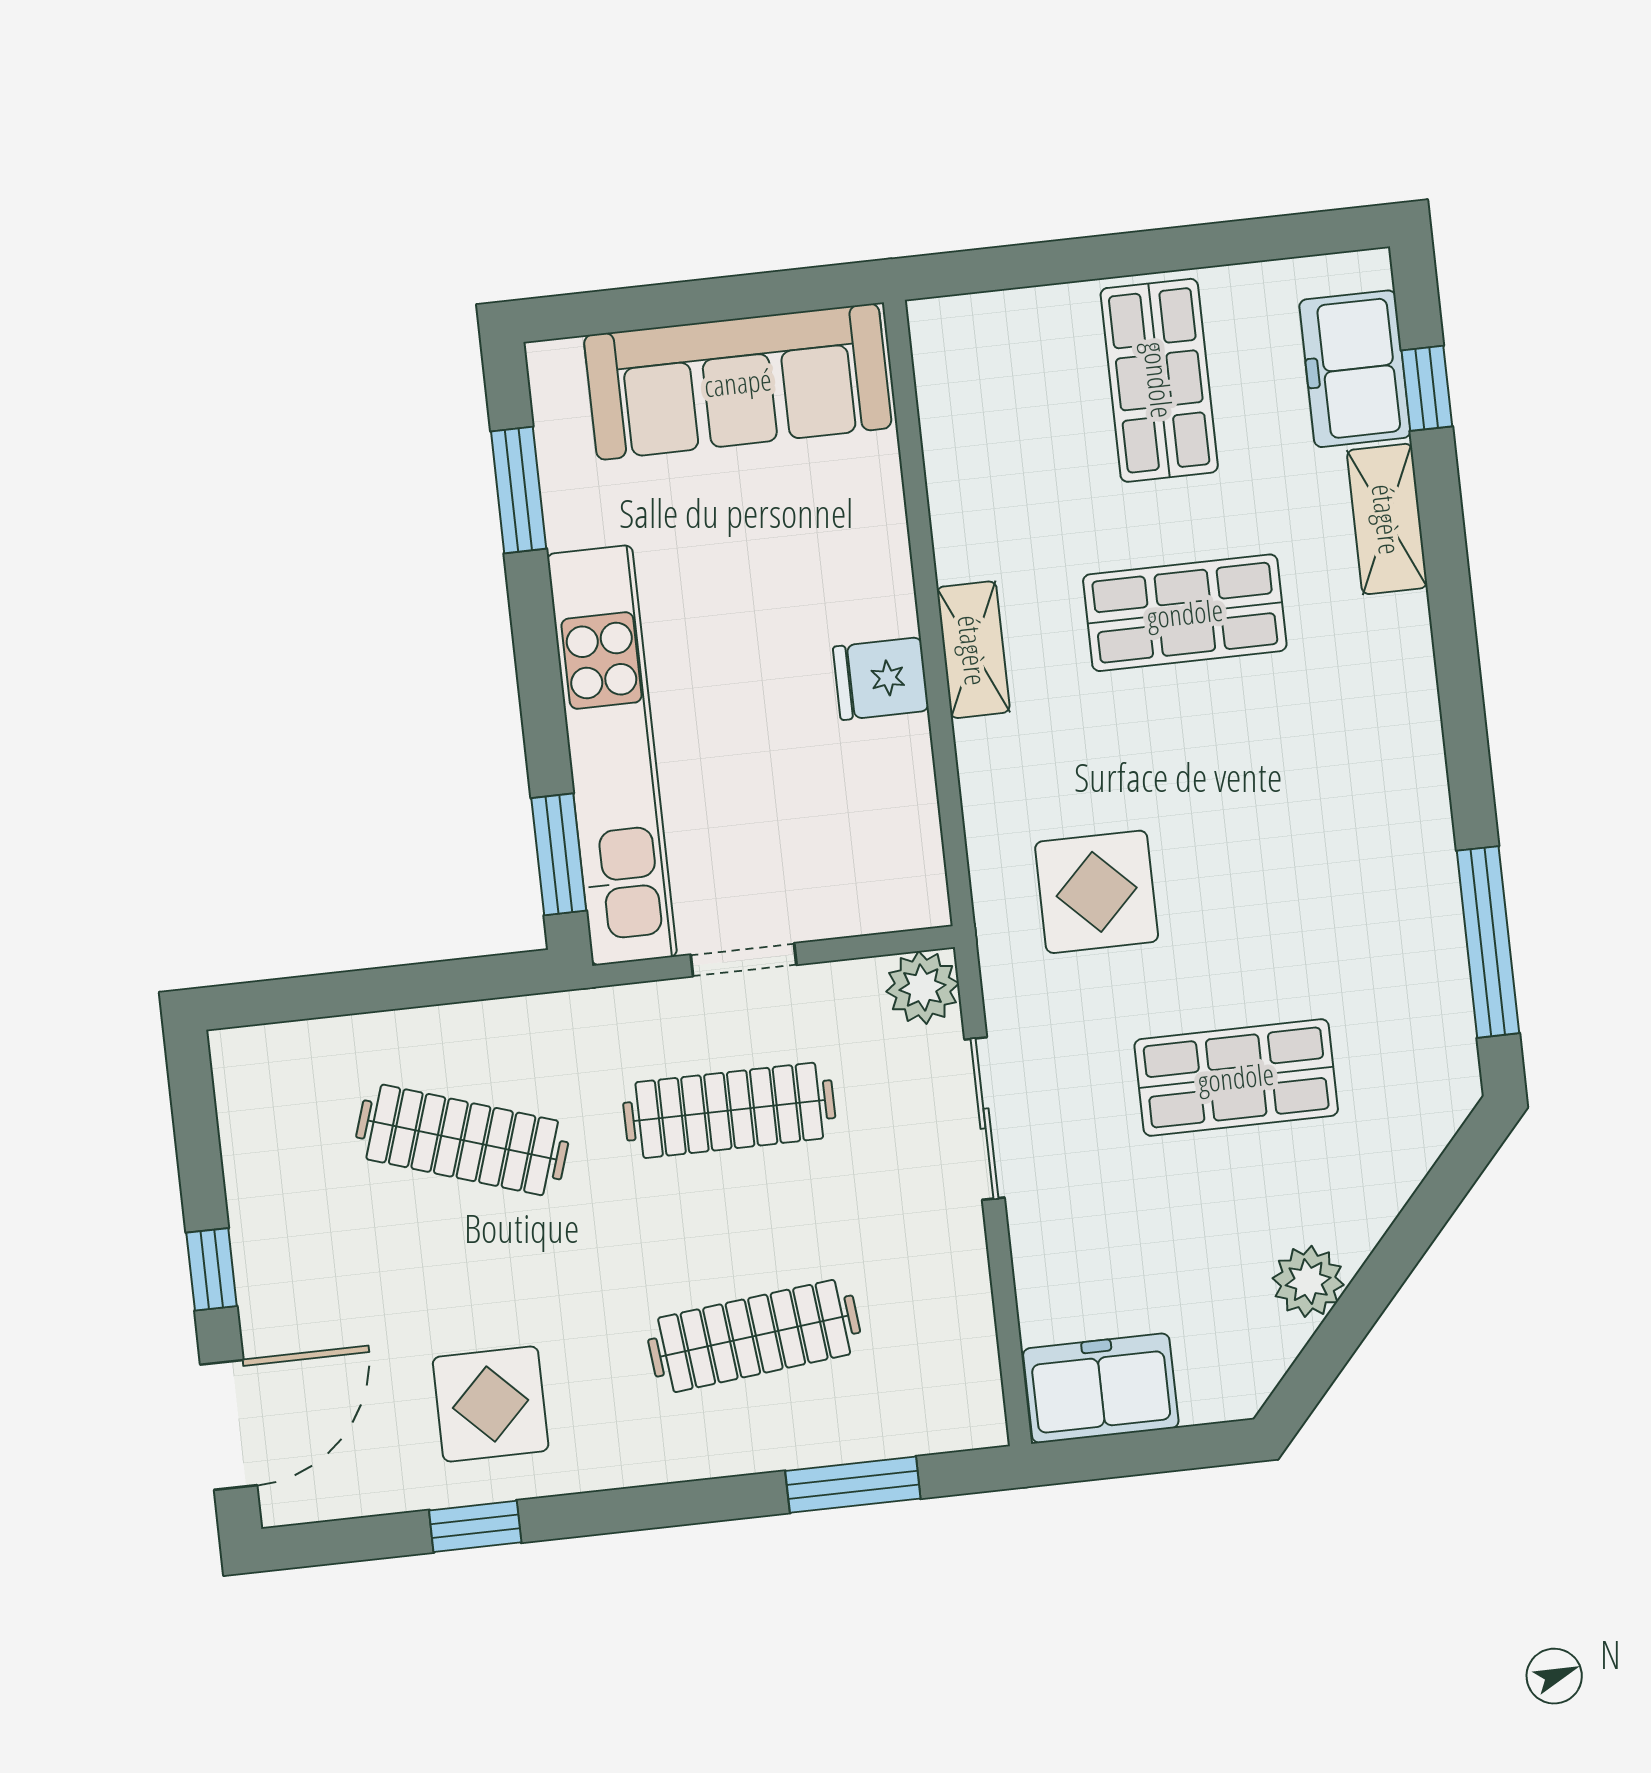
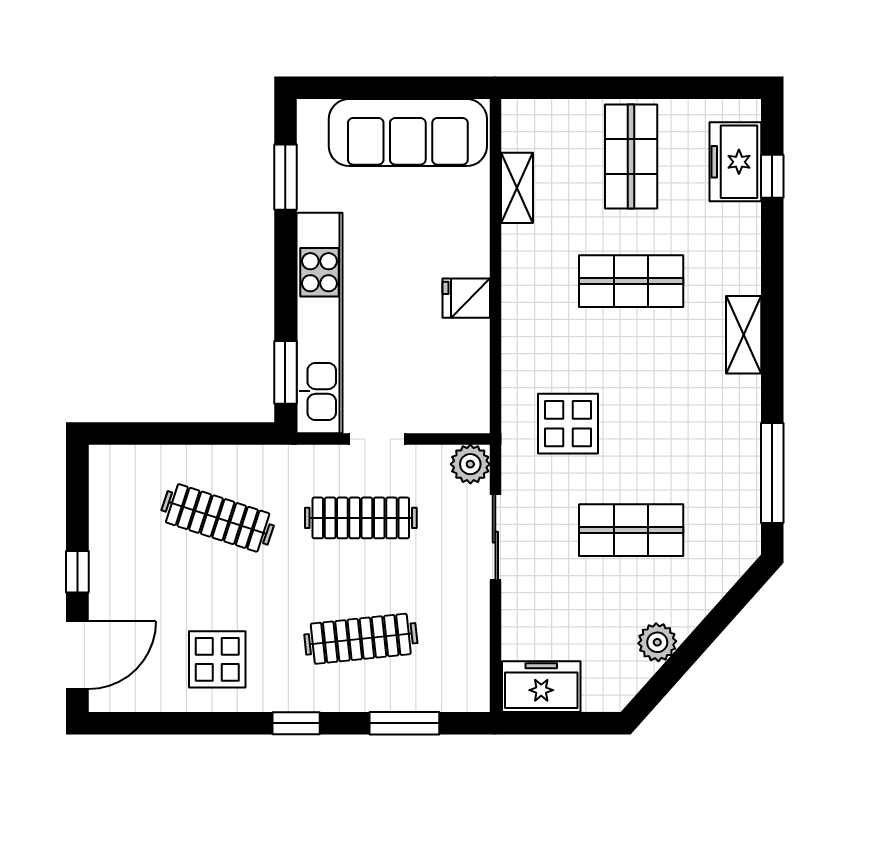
shelving: (1387, 519) -> (744, 335), moved
shelving: (973, 650) -> (517, 188), moved
window: (475, 1526) -> (296, 723), moved

